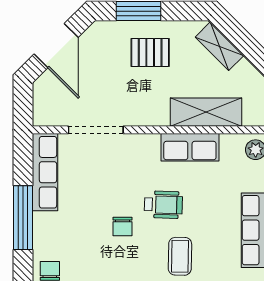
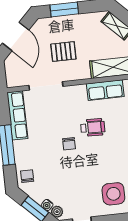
pallet: (150, 53) -> (63, 52), moved
coffee table: (180, 256) -> (107, 158), removed

